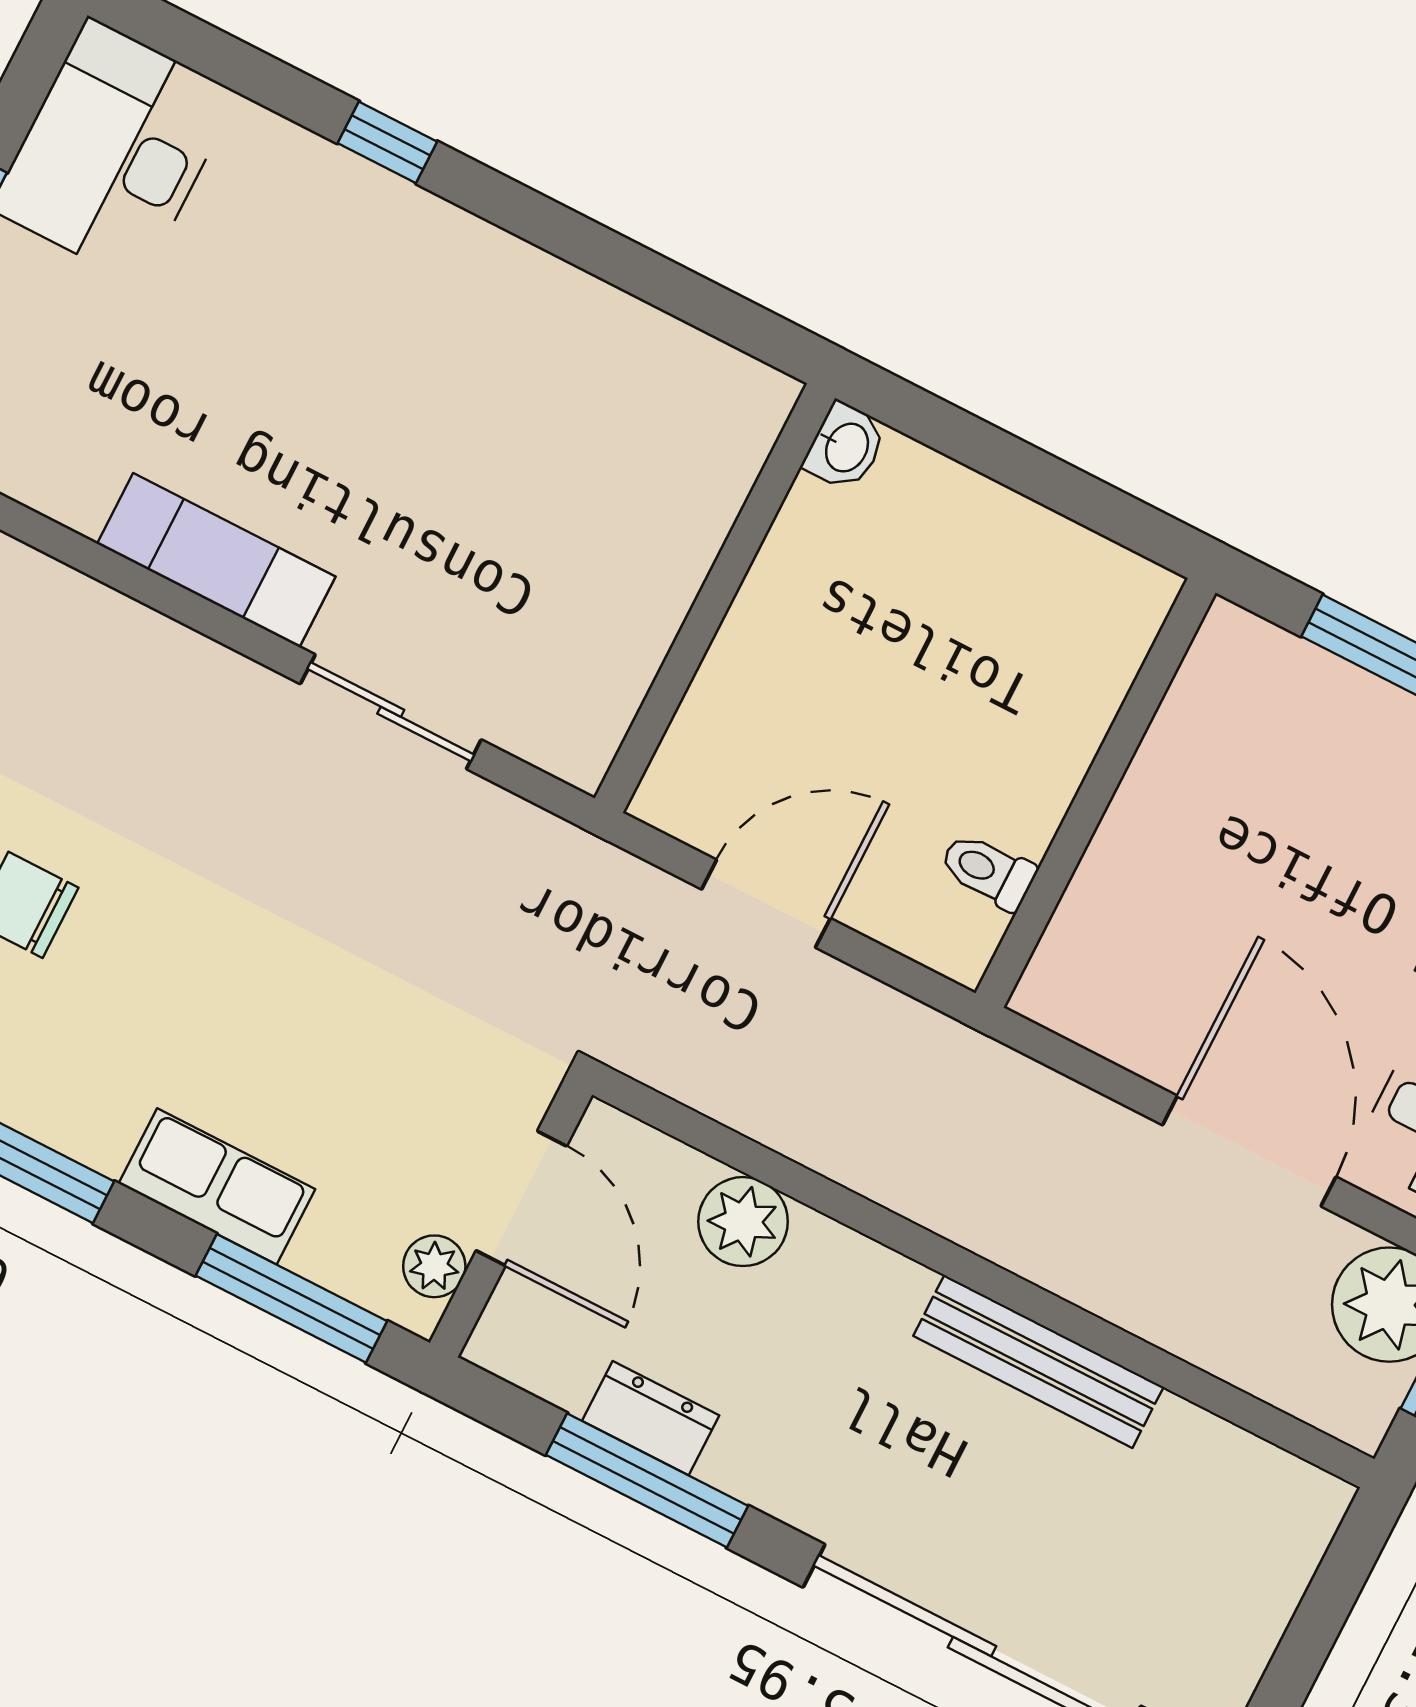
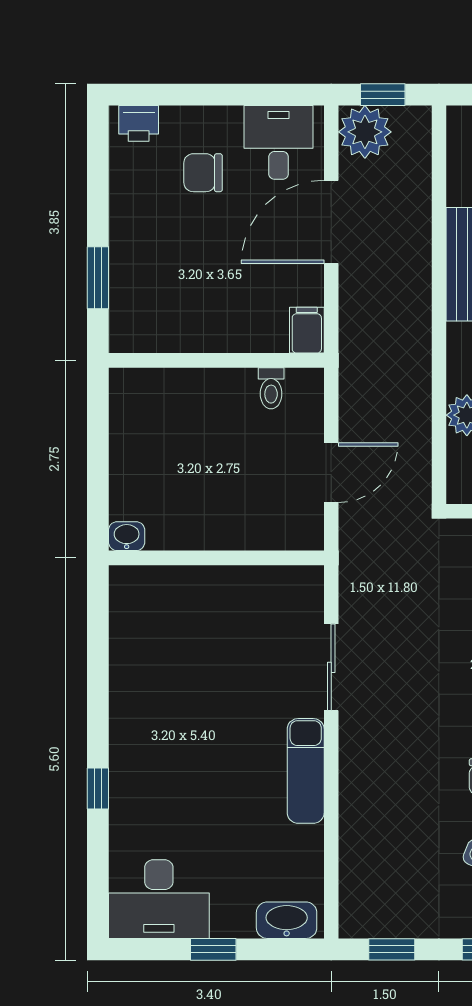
door: (766, 904) -> (331, 473), swing flipped
filing cabinet: (1065, 997) -> (307, 330), added

